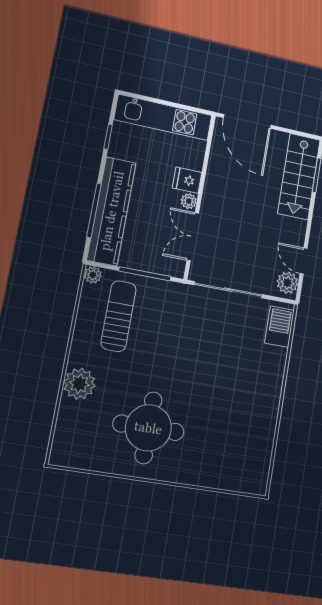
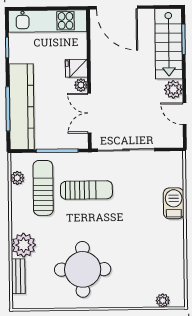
plant: (93, 275) -> (17, 178), moved
plant: (287, 283) -> (173, 89), moved
barbecue: (279, 327) -> (174, 203), moved
sun lounger: (172, 329) -> (86, 190), added
bench: (64, 423) -> (18, 276), added
plant: (240, 484) -> (163, 300), added

